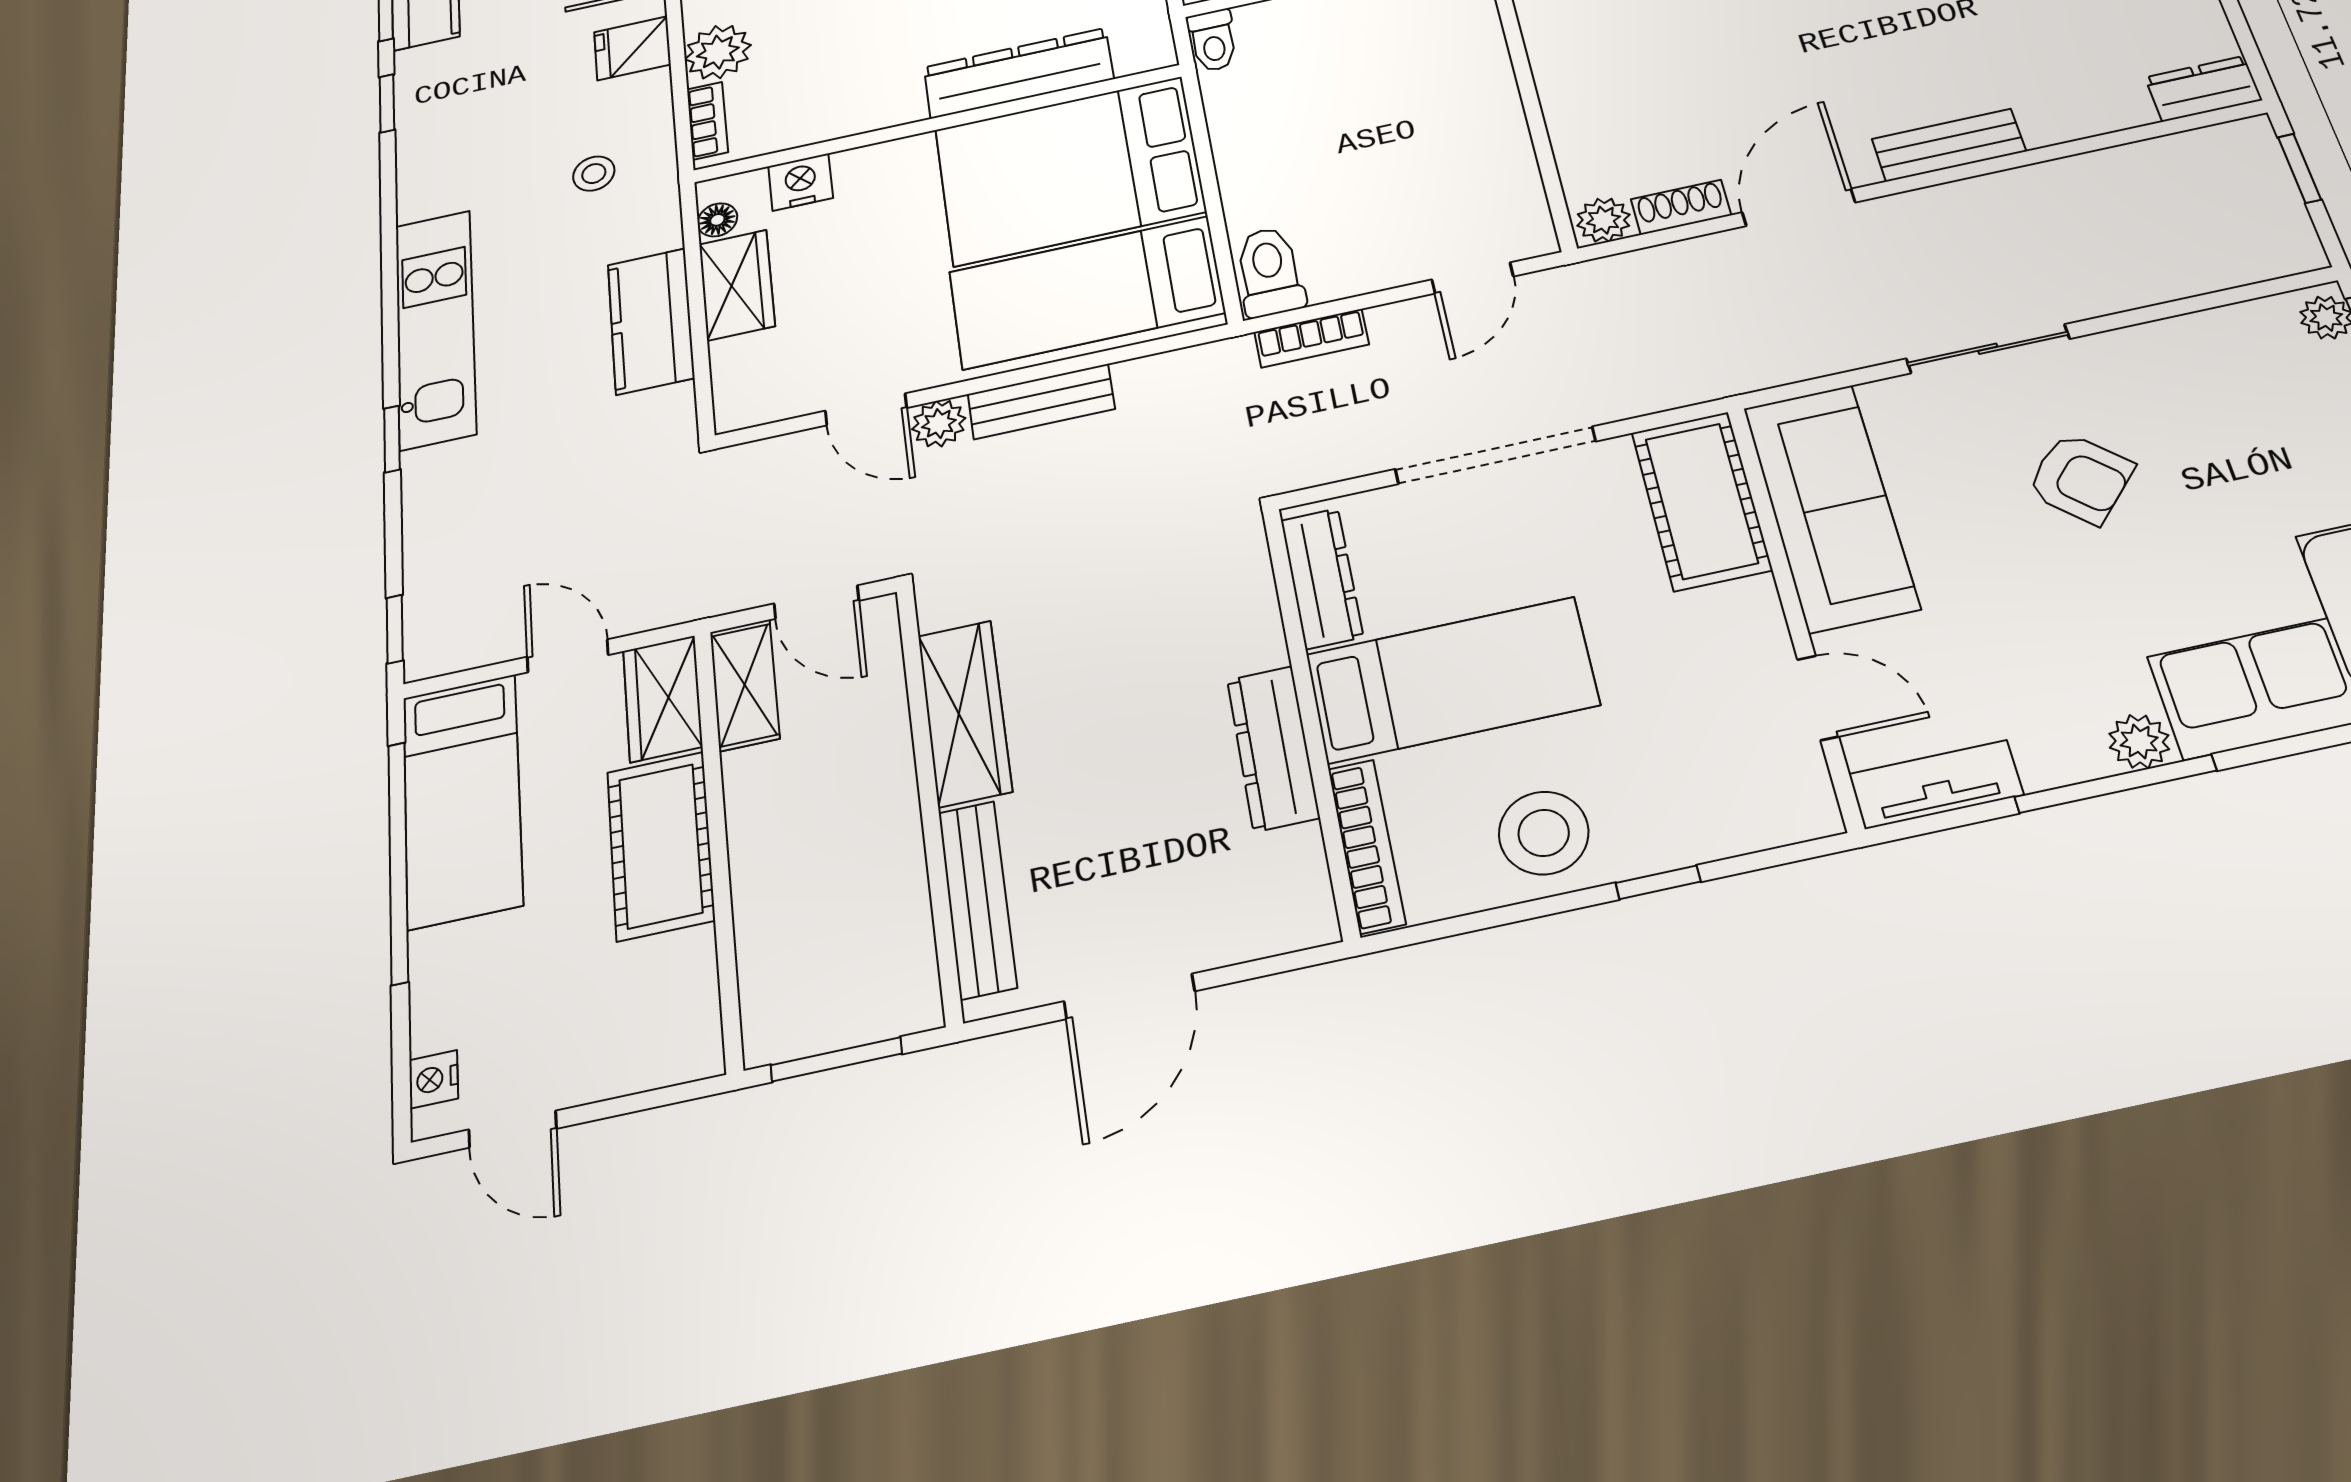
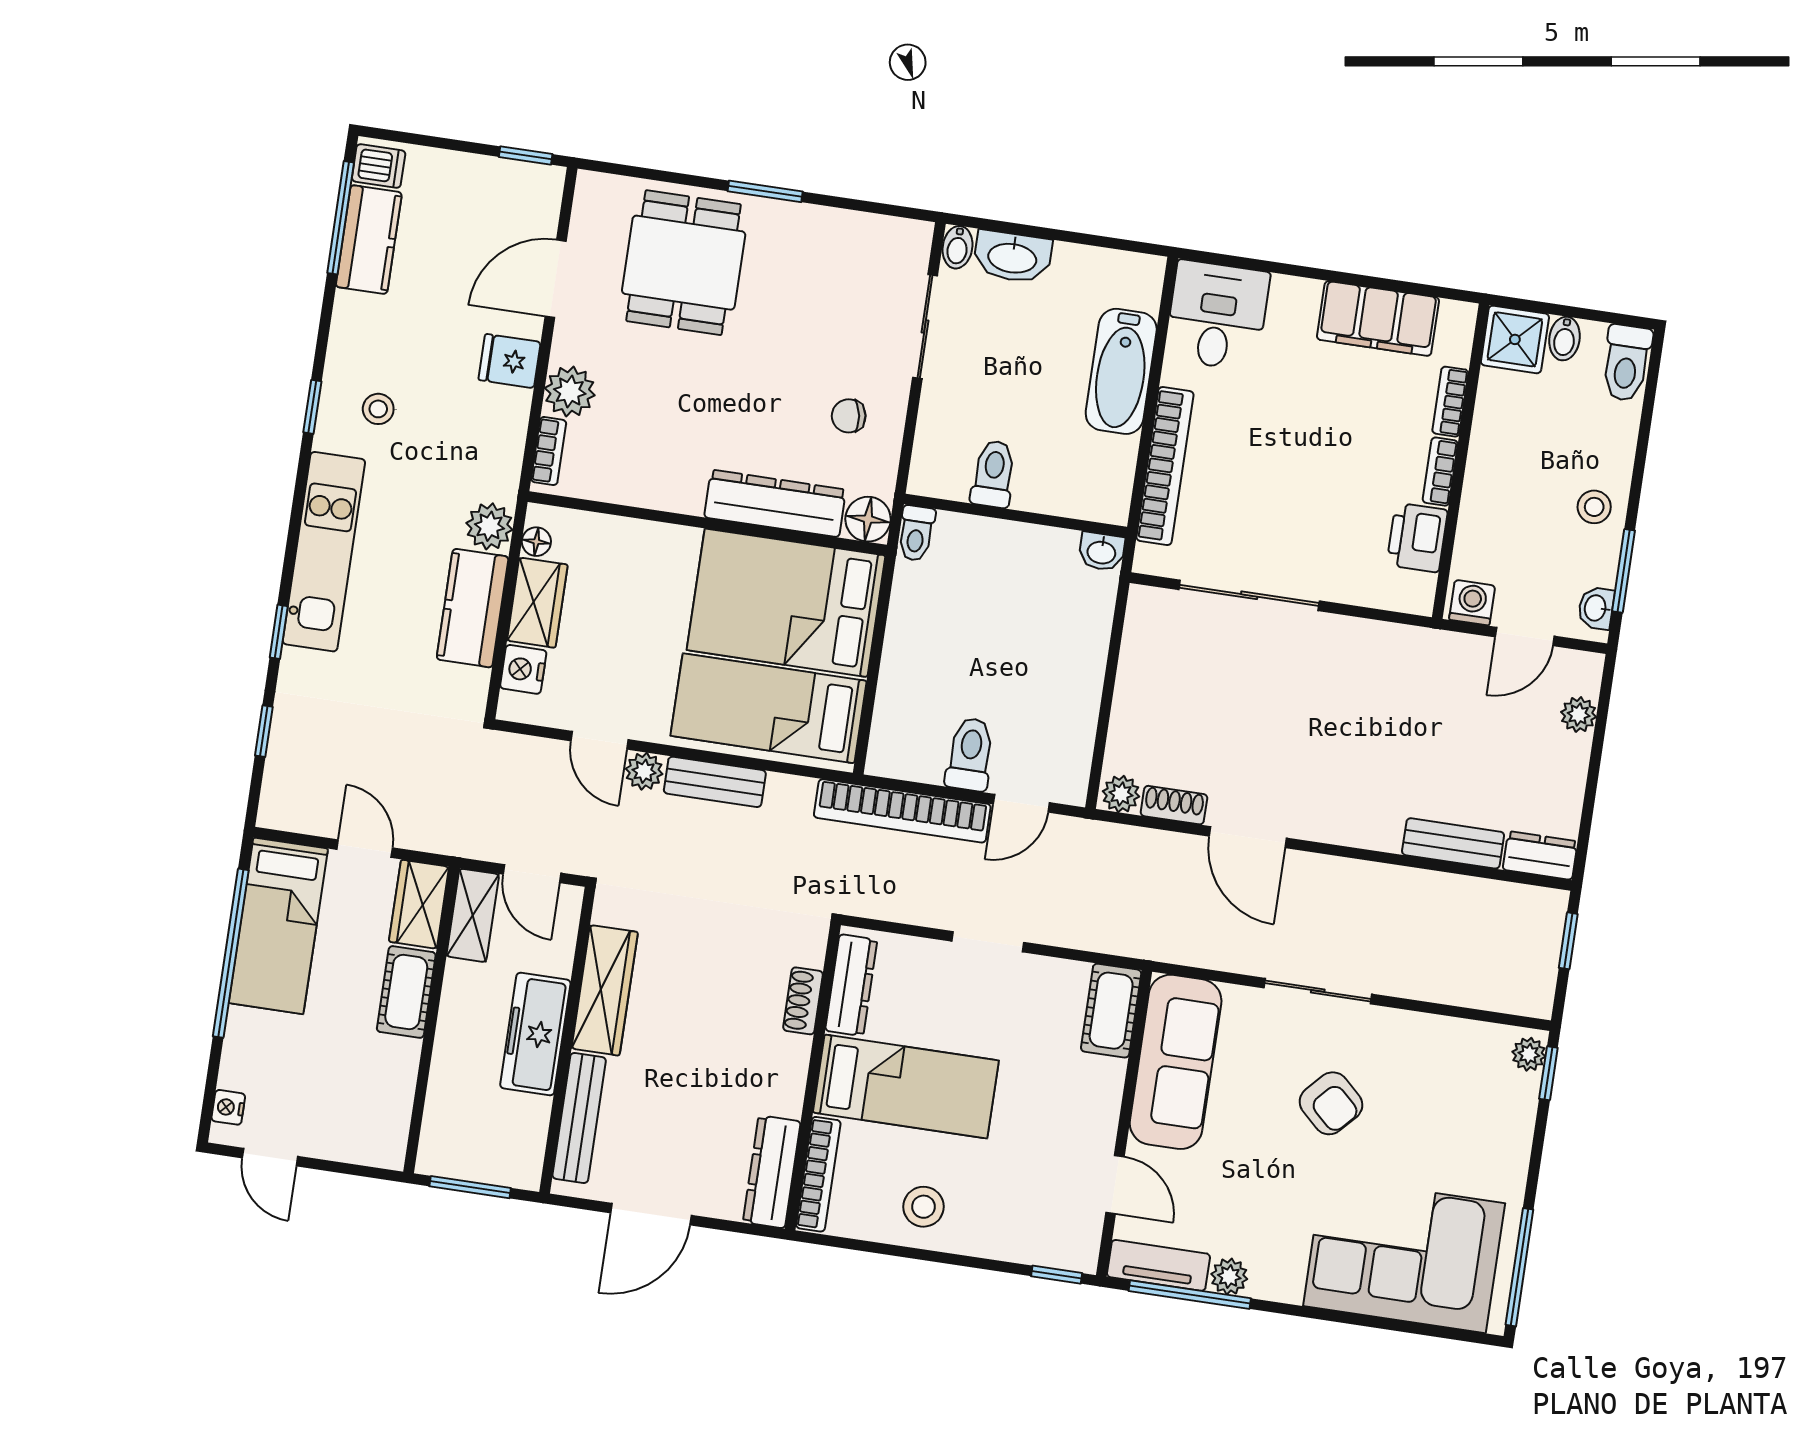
floor lamp: (1145, 48) -> (868, 519), added
window: (387, 103) -> (312, 407), moved
bench: (1949, 145) -> (1453, 843), moved
stool: (594, 174) -> (378, 409), moved
nightstand: (801, 182) -> (523, 669), moved, turned -90
door: (1799, 207) -> (1248, 837), swing flipped
plant: (651, 225) -> (489, 526), added
toilet: (1269, 272) -> (970, 754), moved
bookcase: (1312, 338) -> (902, 811), width x2.31, depth x1.31
doorway: (1495, 455) -> (988, 942), width x0.53
cot: (1701, 501) -> (1111, 1011), width x0.73, depth x0.75
shoe rack: (1259, 623) -> (803, 1001), added
window: (395, 629) -> (264, 731), moved
plant: (2139, 741) -> (1229, 1277), moved
dresser: (1273, 748) -> (772, 1172), moved
window: (2115, 784) -> (1190, 1295), moved
freezer: (879, 808) -> (535, 1034), added
stool: (1544, 833) -> (924, 1207), width x0.73, depth x0.73
cot: (661, 846) -> (406, 992), width x0.73, depth x0.75
window: (1658, 882) -> (1057, 1275), moved

